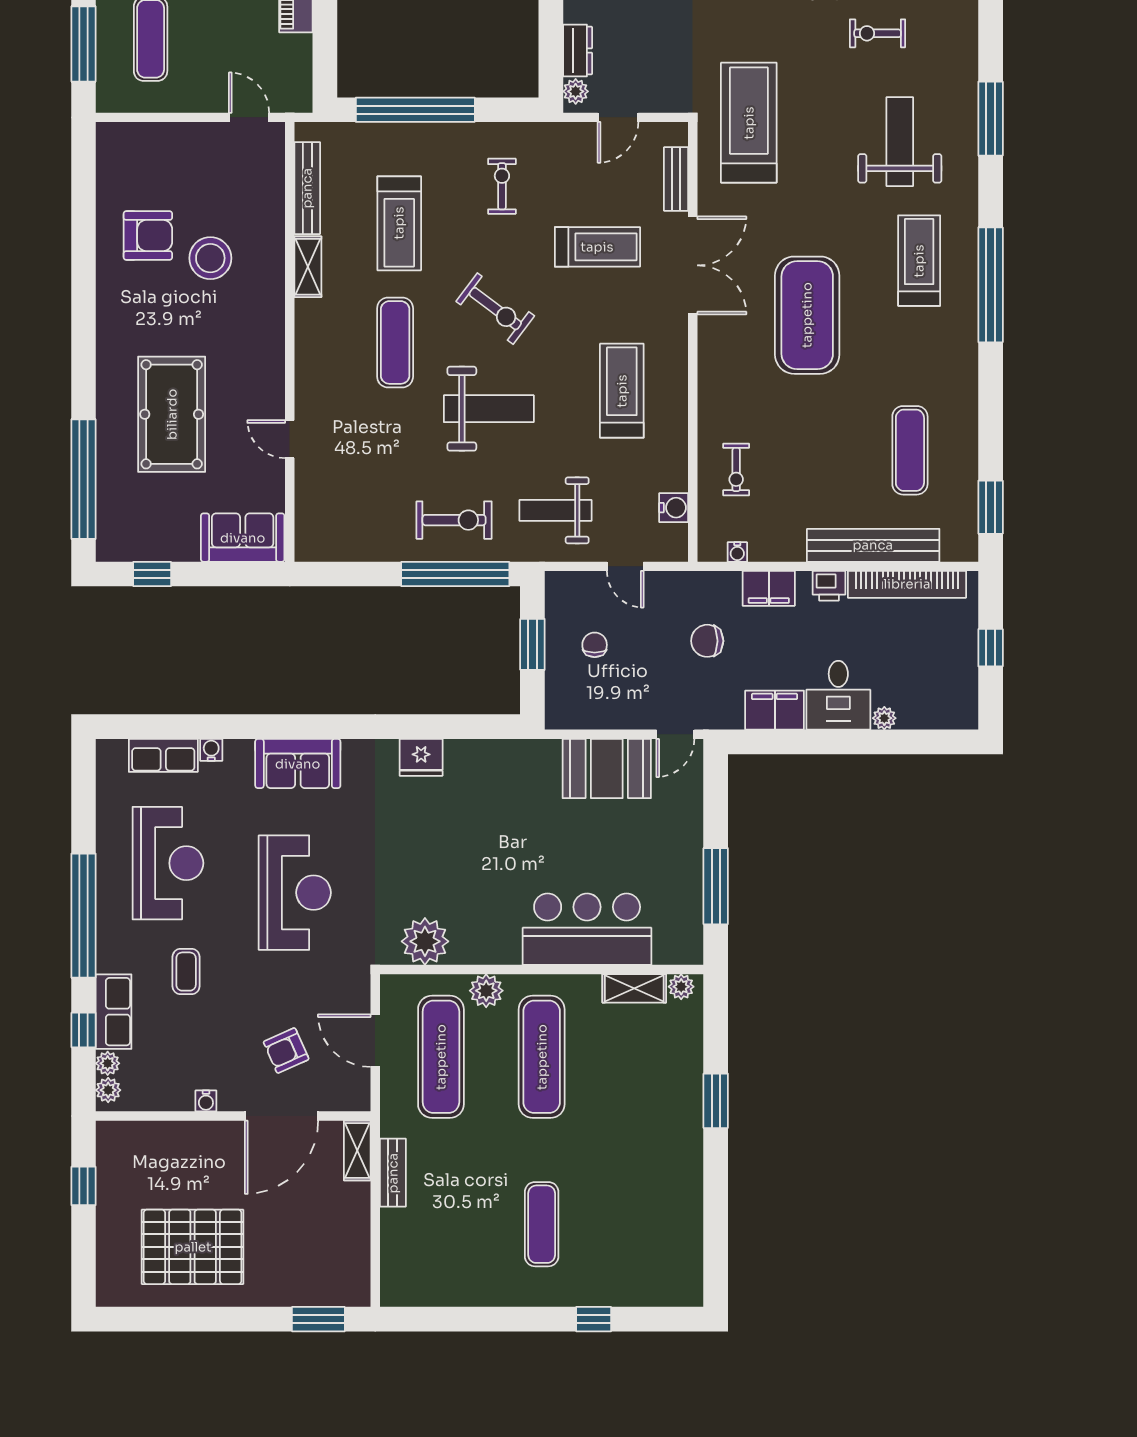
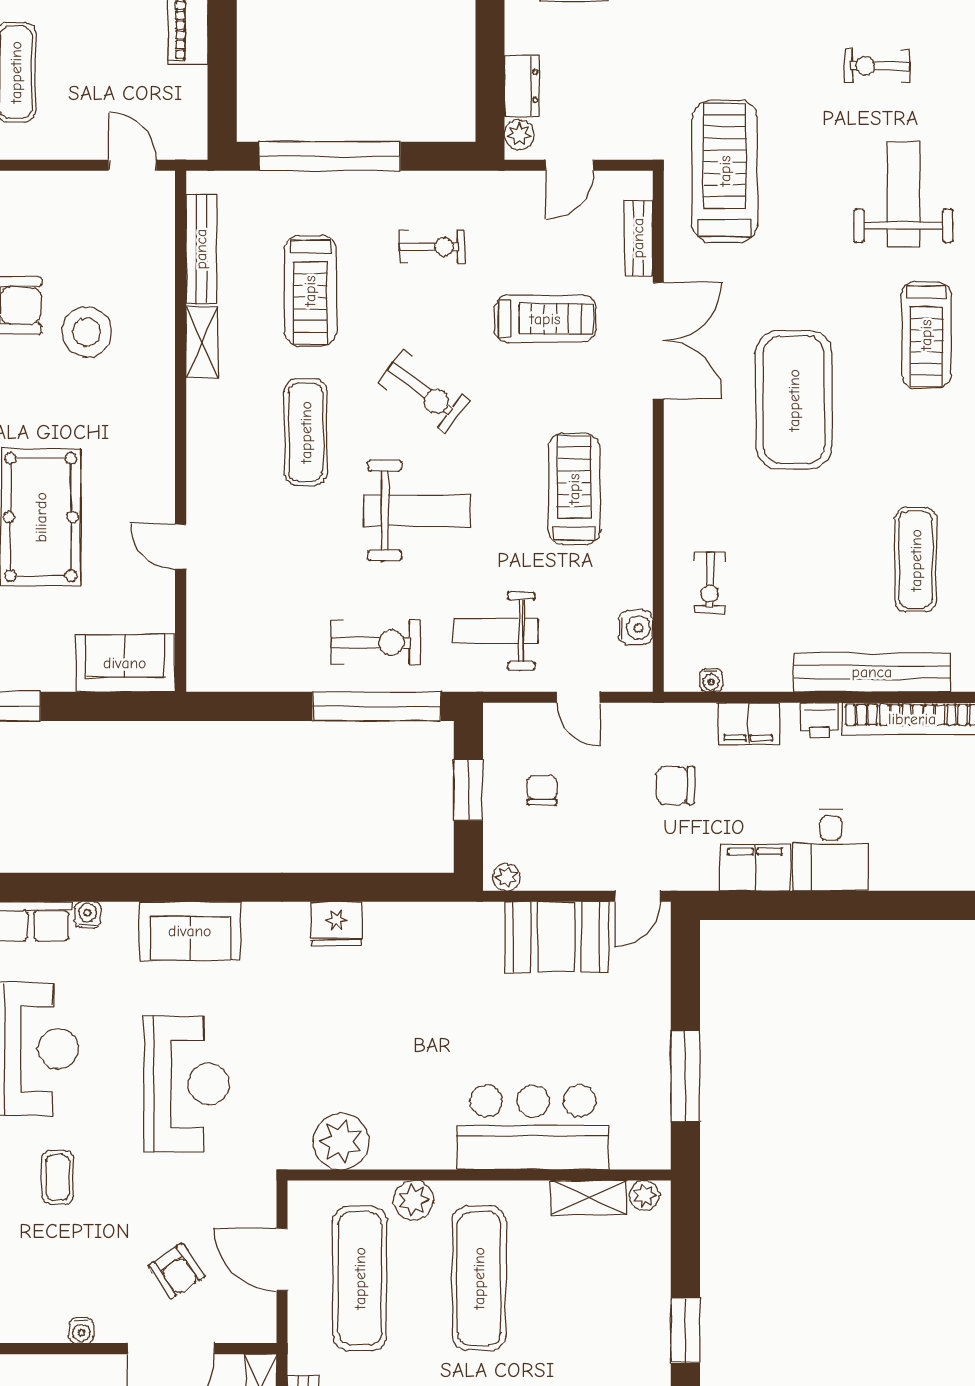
exercise bike: (502, 186) -> (432, 247), turned 90
treadmill: (919, 261) -> (926, 335), turned 180
plant: (884, 718) -> (506, 877), moved
armchair: (286, 1051) -> (176, 1271), turned -100

